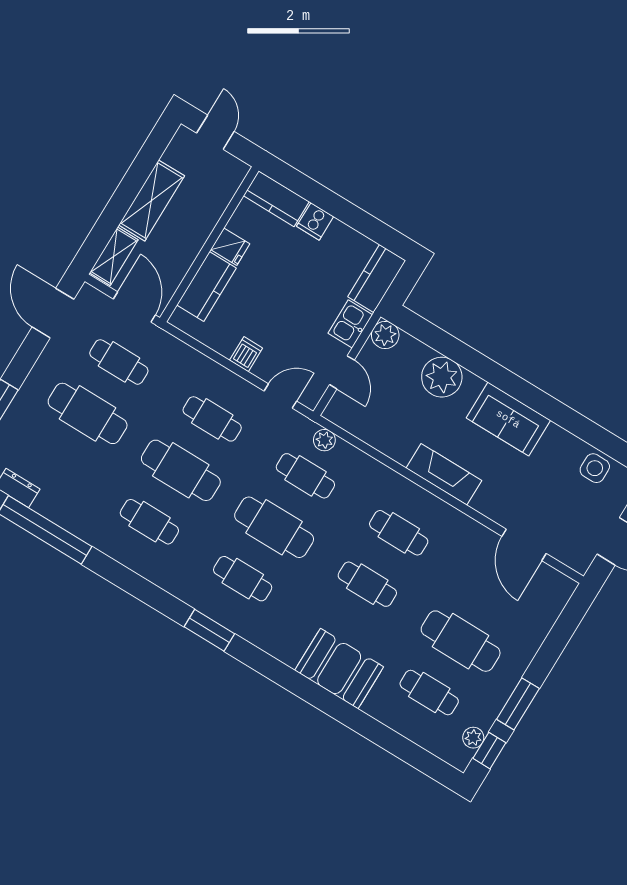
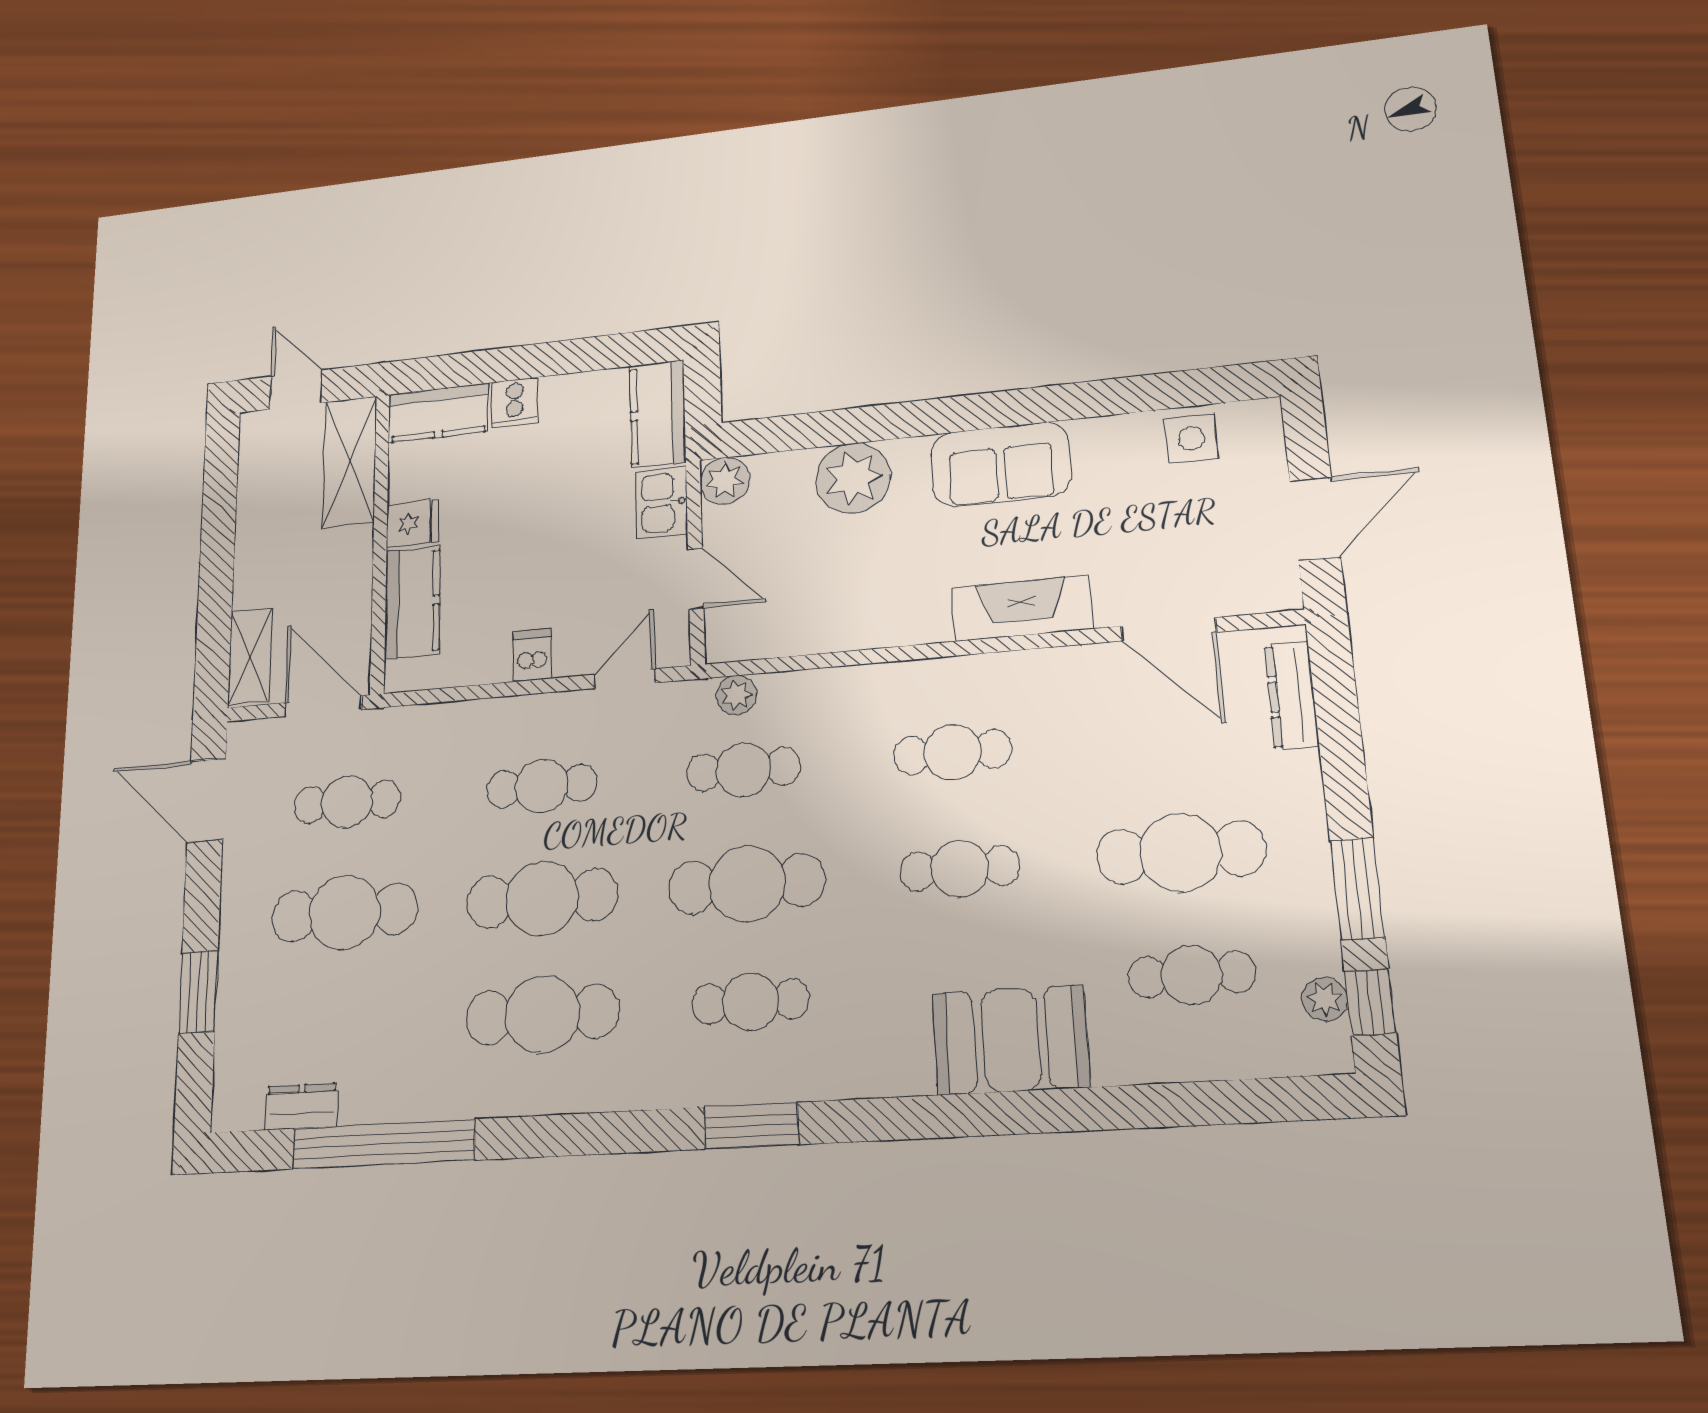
shelving: (152, 200) -> (350, 461), moved
fireplace: (444, 474) -> (1022, 608), moved
cafe table: (149, 522) -> (542, 1014), width x1.37, depth x1.35
dresser: (552, 609) -> (1292, 696), added

